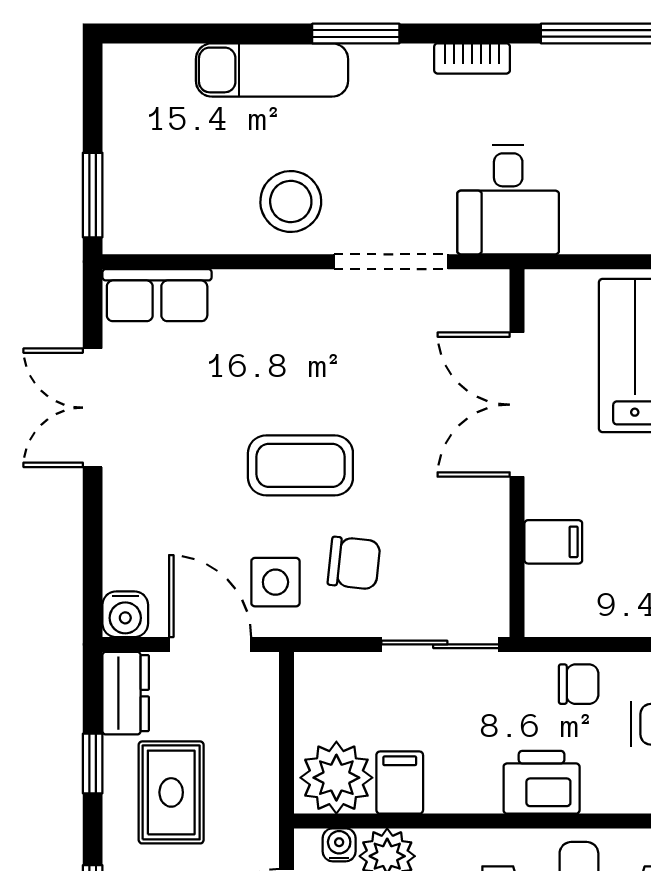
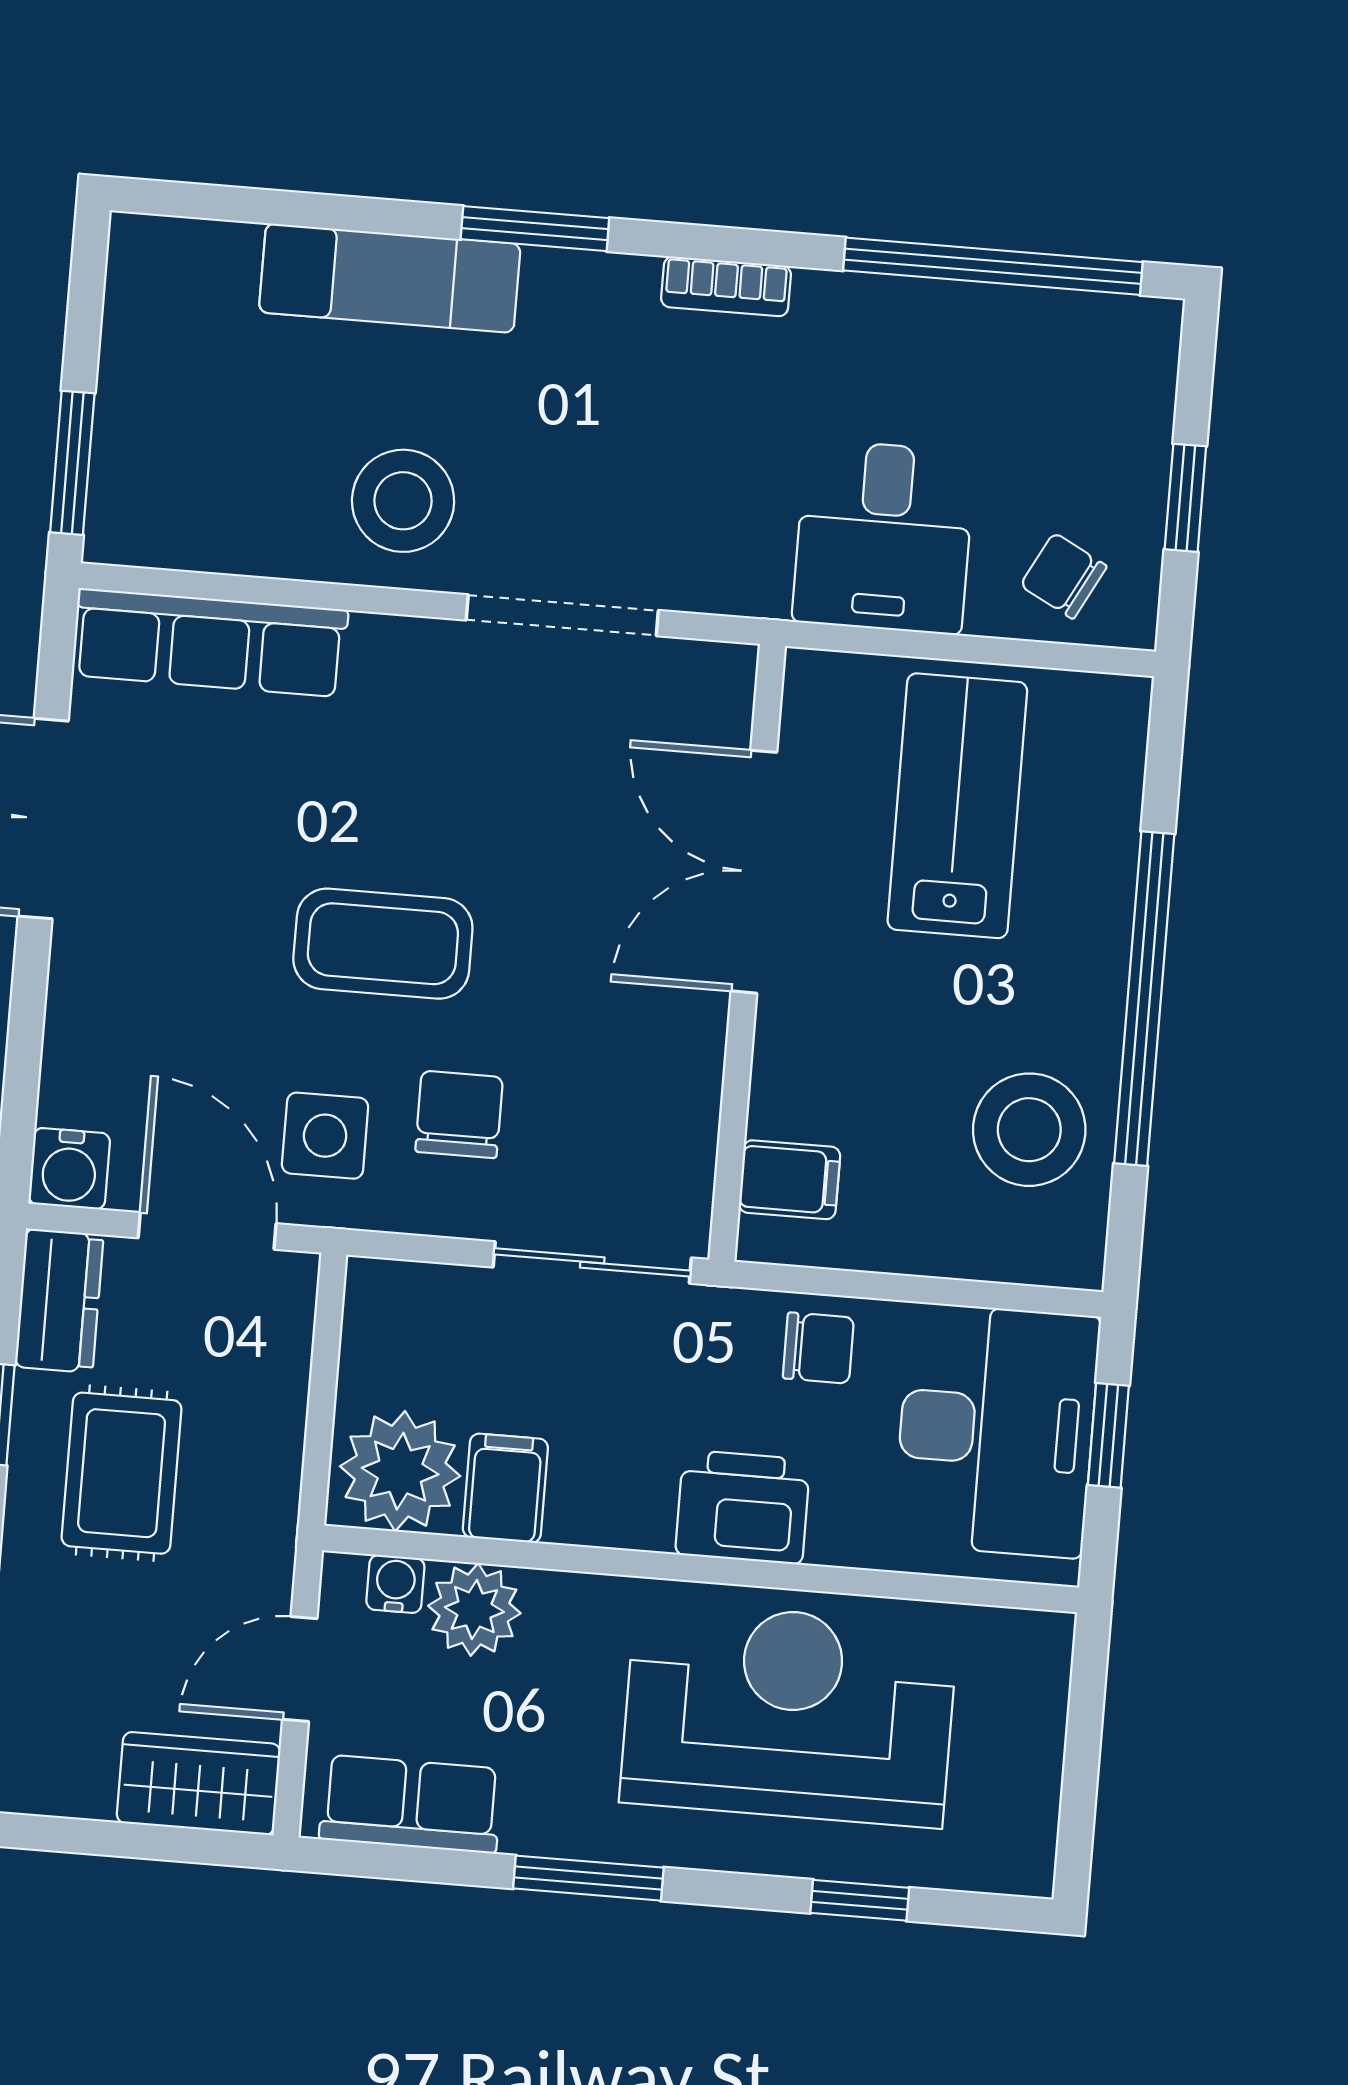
desk: (508, 199) -> (884, 537), moved
row of seats: (157, 295) -> (210, 643), width x1.48
filing cabinet: (553, 542) -> (790, 1180), moved
chair: (354, 563) -> (459, 1114), turned -96

